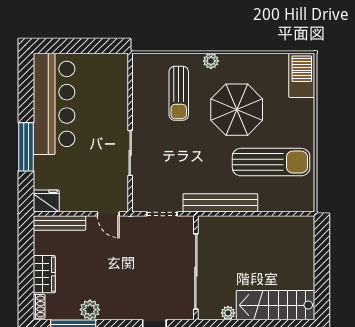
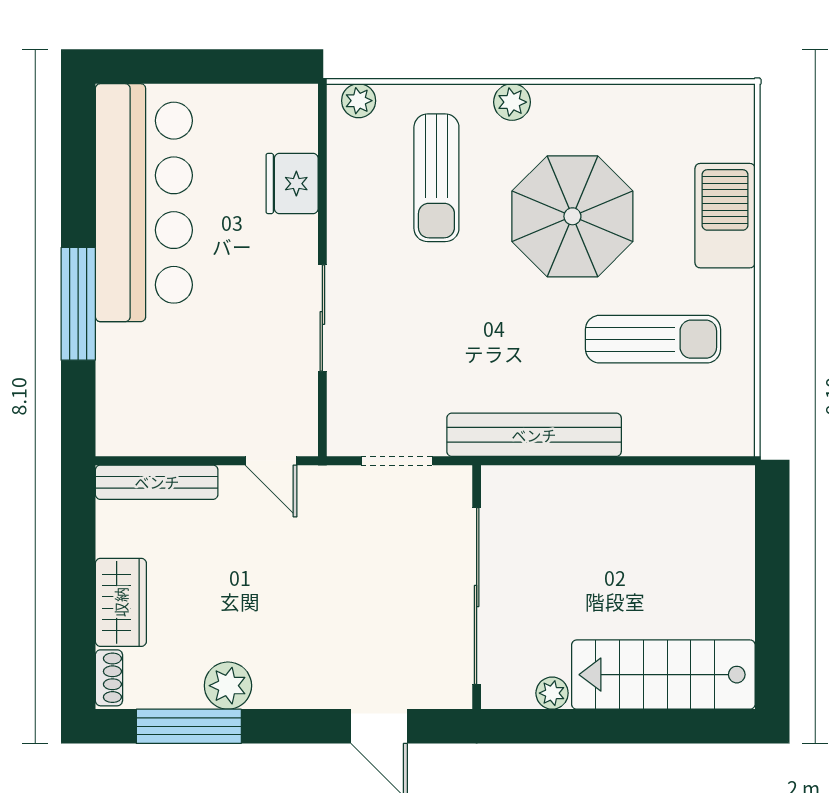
plant: (146, 60) -> (359, 101), added
barbecue: (302, 75) -> (725, 216), moved
sun lounger: (271, 162) -> (653, 339), width x0.73, depth x0.75
fridge: (46, 201) -> (292, 184), moved, turned -90

